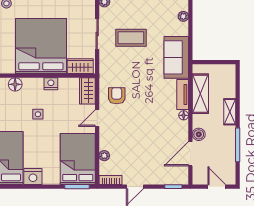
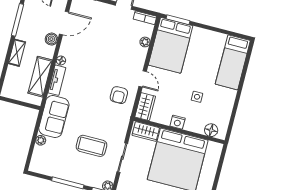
plant: (183, 16) -> (41, 140), moved
door: (97, 118) -> (143, 79), hinge flipped
nightstand: (33, 176) -> (217, 40), removed

